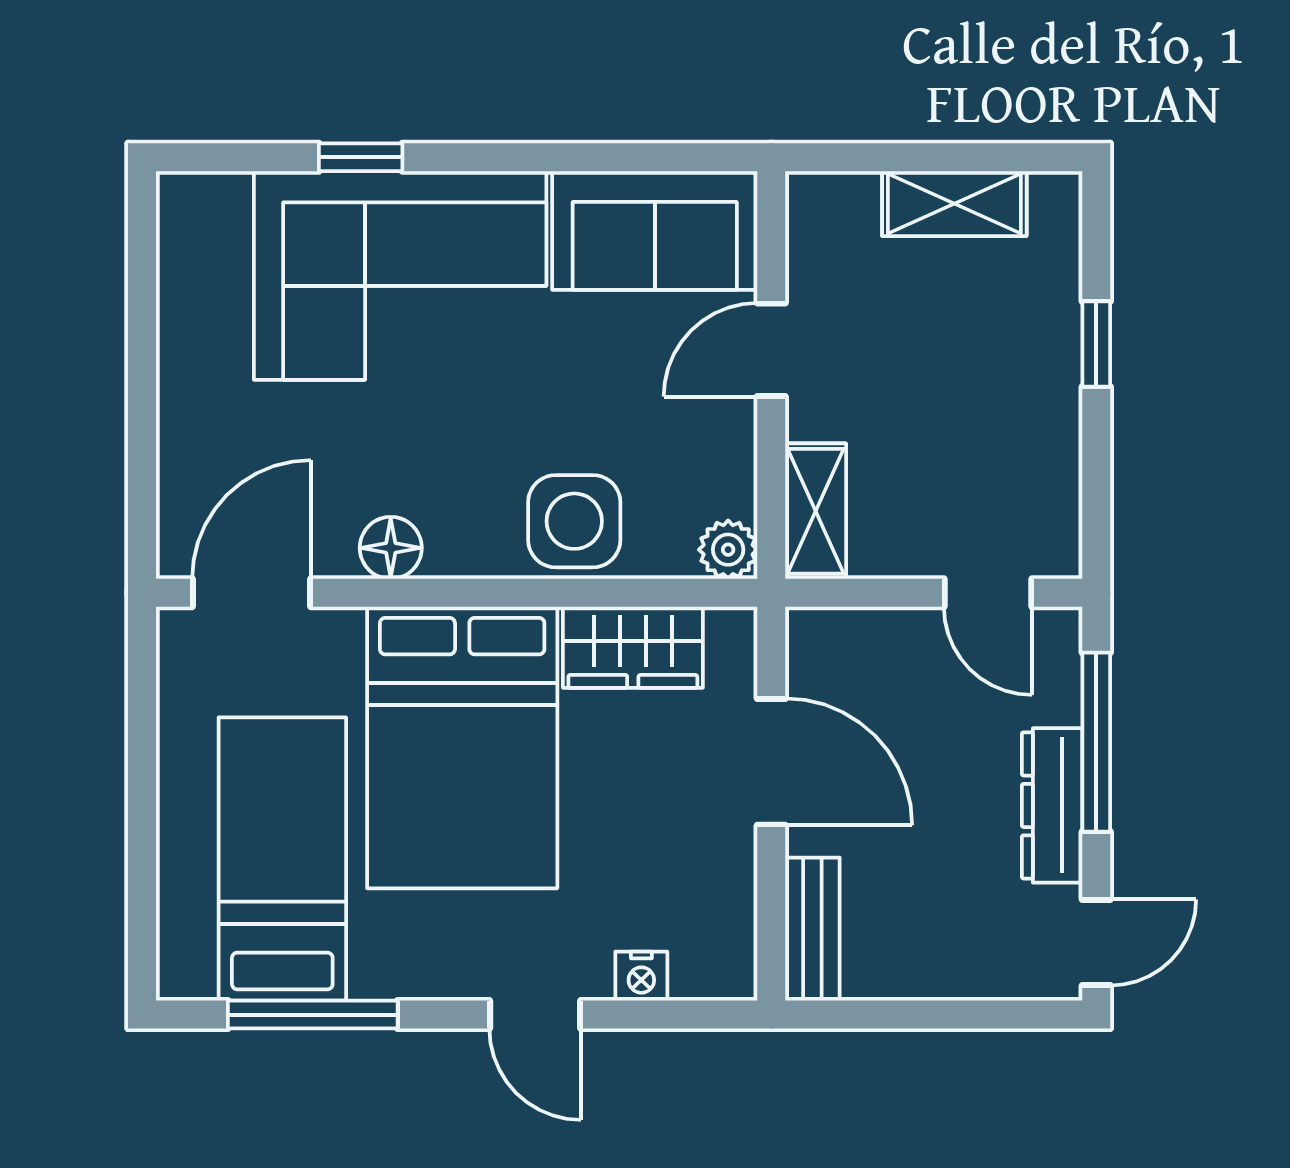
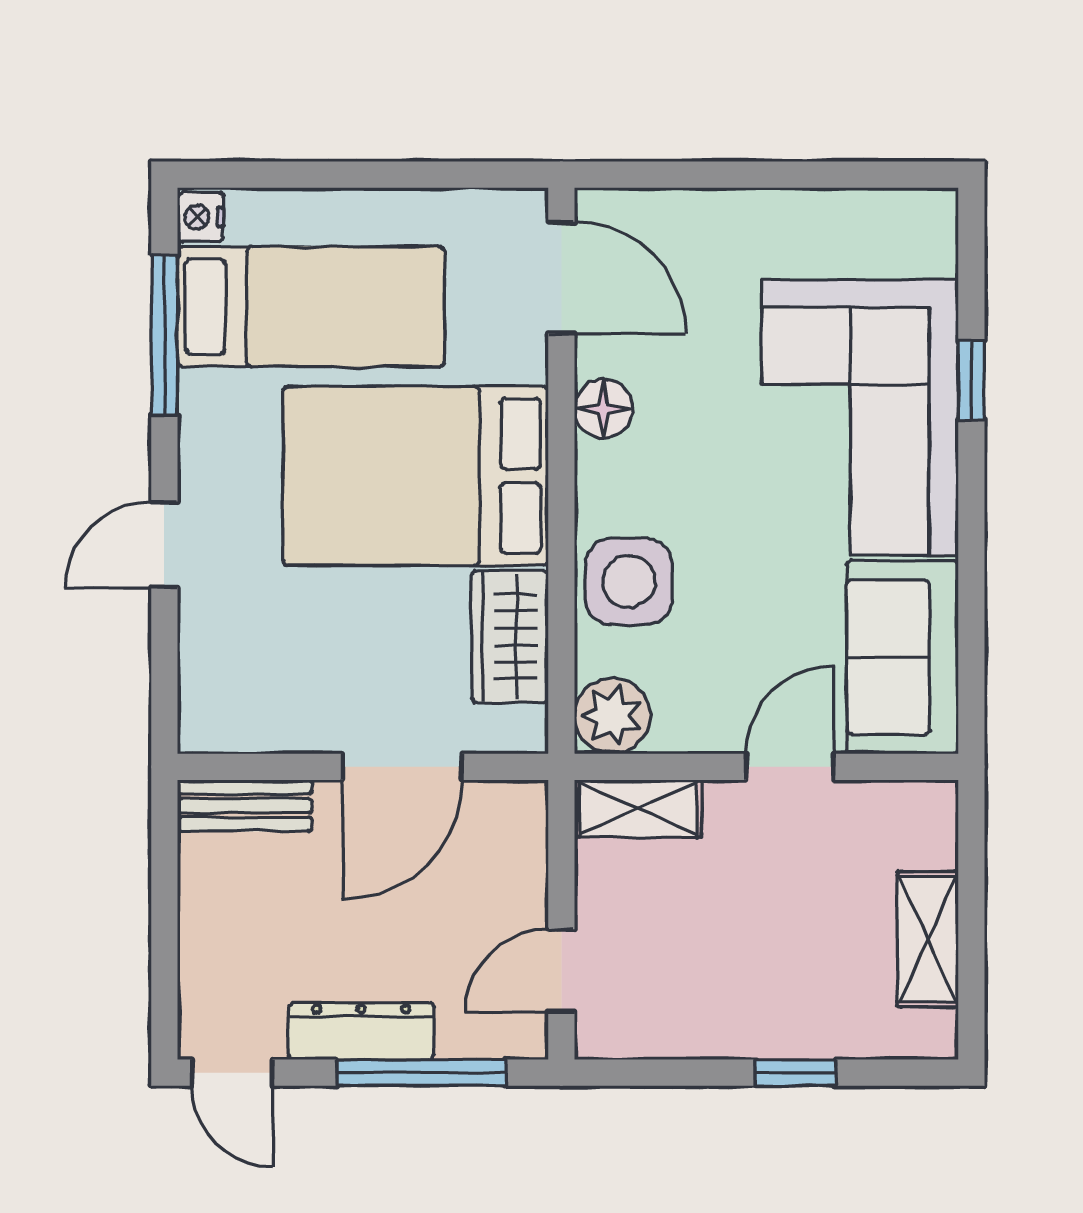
door: (771, 350) -> (790, 767), hinge flipped
plant: (728, 550) -> (612, 716), width x1.38, depth x1.38
nightstand: (641, 976) -> (201, 217), moved

